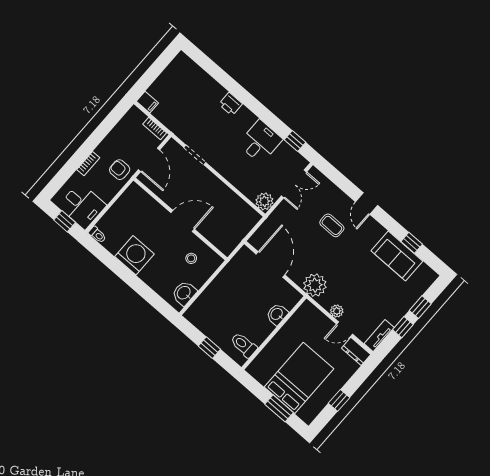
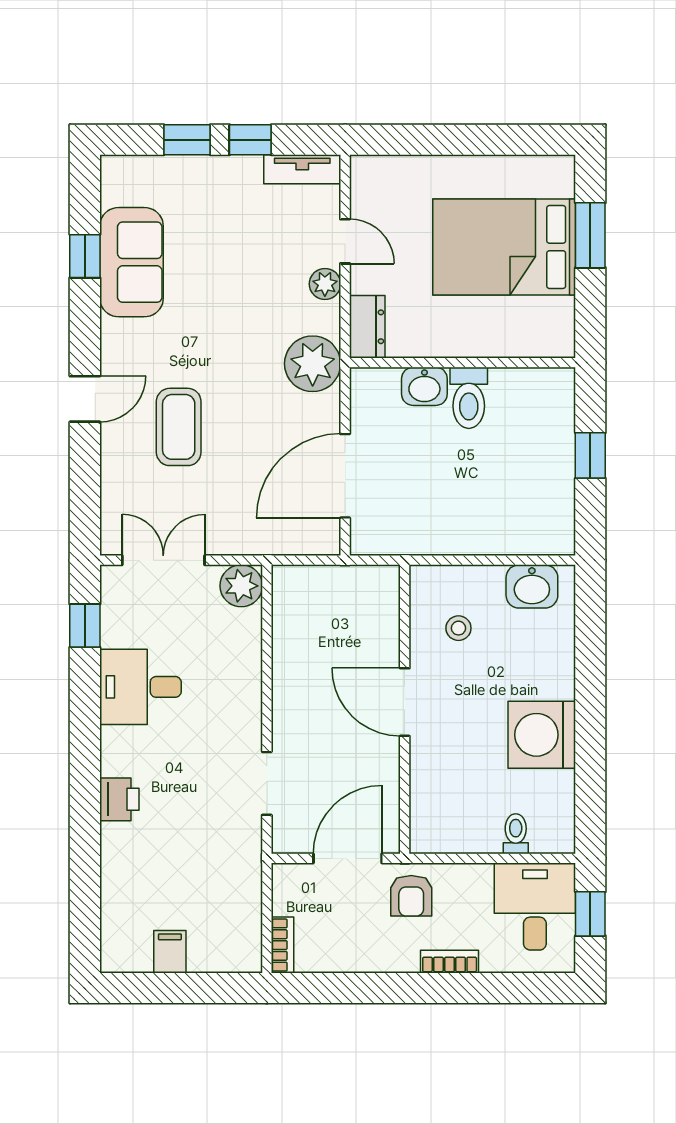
filing cabinet: (147, 102) -> (170, 952), moved
bookcase: (155, 128) -> (282, 945), moved
coffee table: (332, 225) -> (179, 427), width x1.36, depth x1.30
toilet: (97, 235) -> (516, 834), moved
toilet: (244, 345) -> (469, 398), moved
dresser: (356, 351) -> (367, 327), moved
window: (339, 400) -> (482, 140), removed

